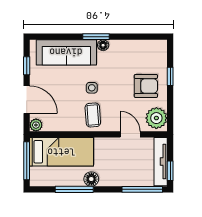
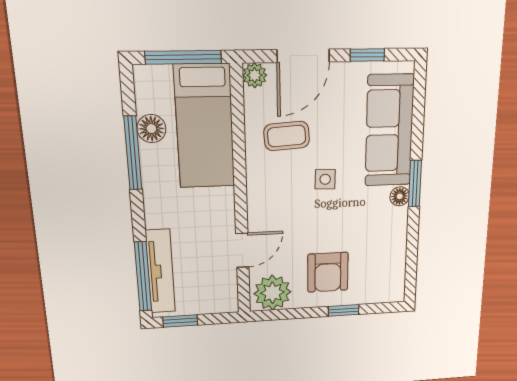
coffee table: (93, 115) -> (287, 136), moved
tv unit: (161, 162) -> (160, 271), moved, turned 90
floor lamp: (91, 179) -> (151, 129), moved

